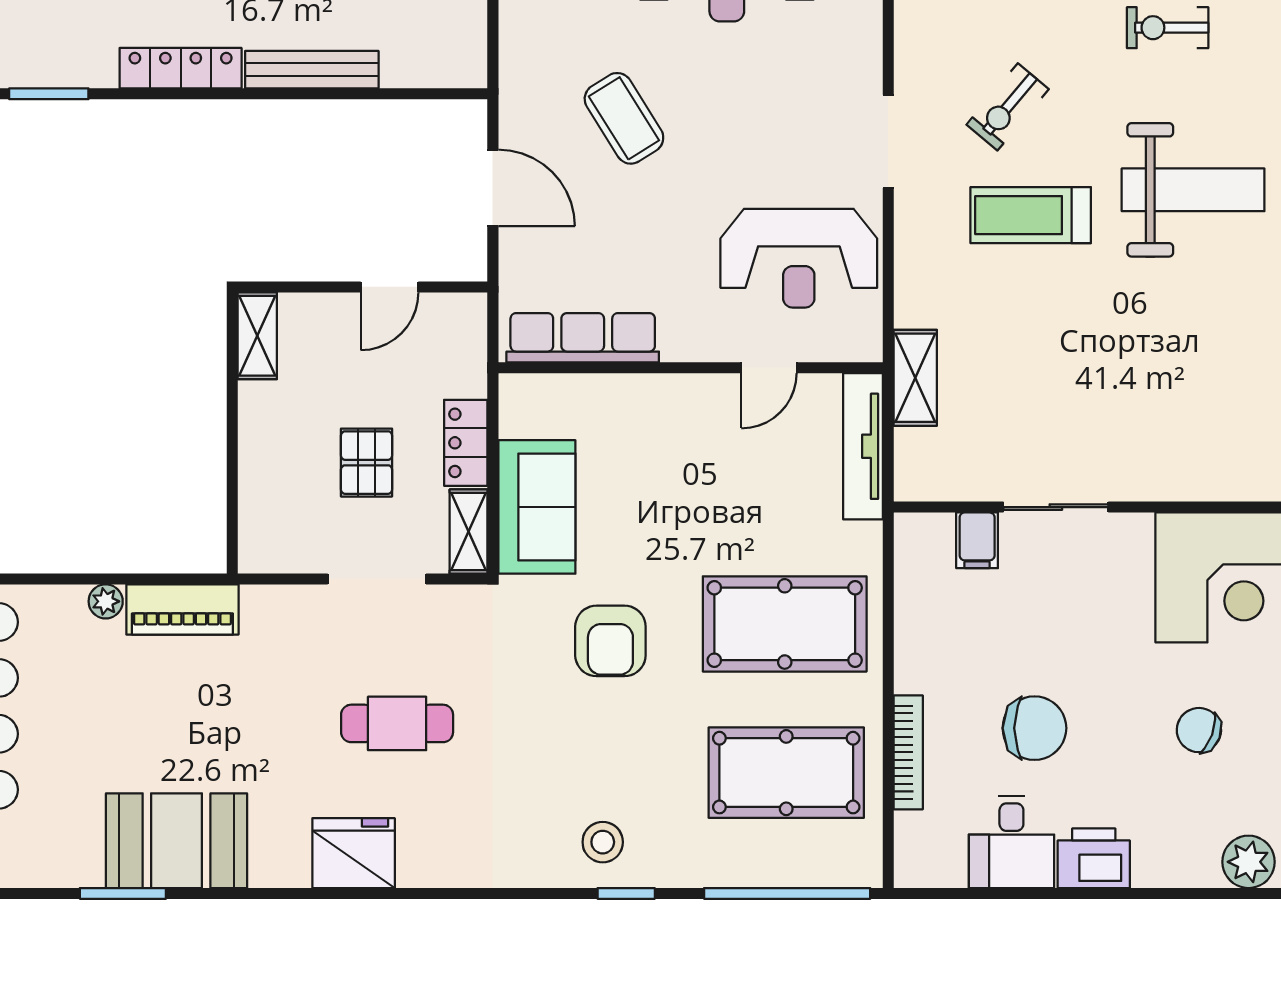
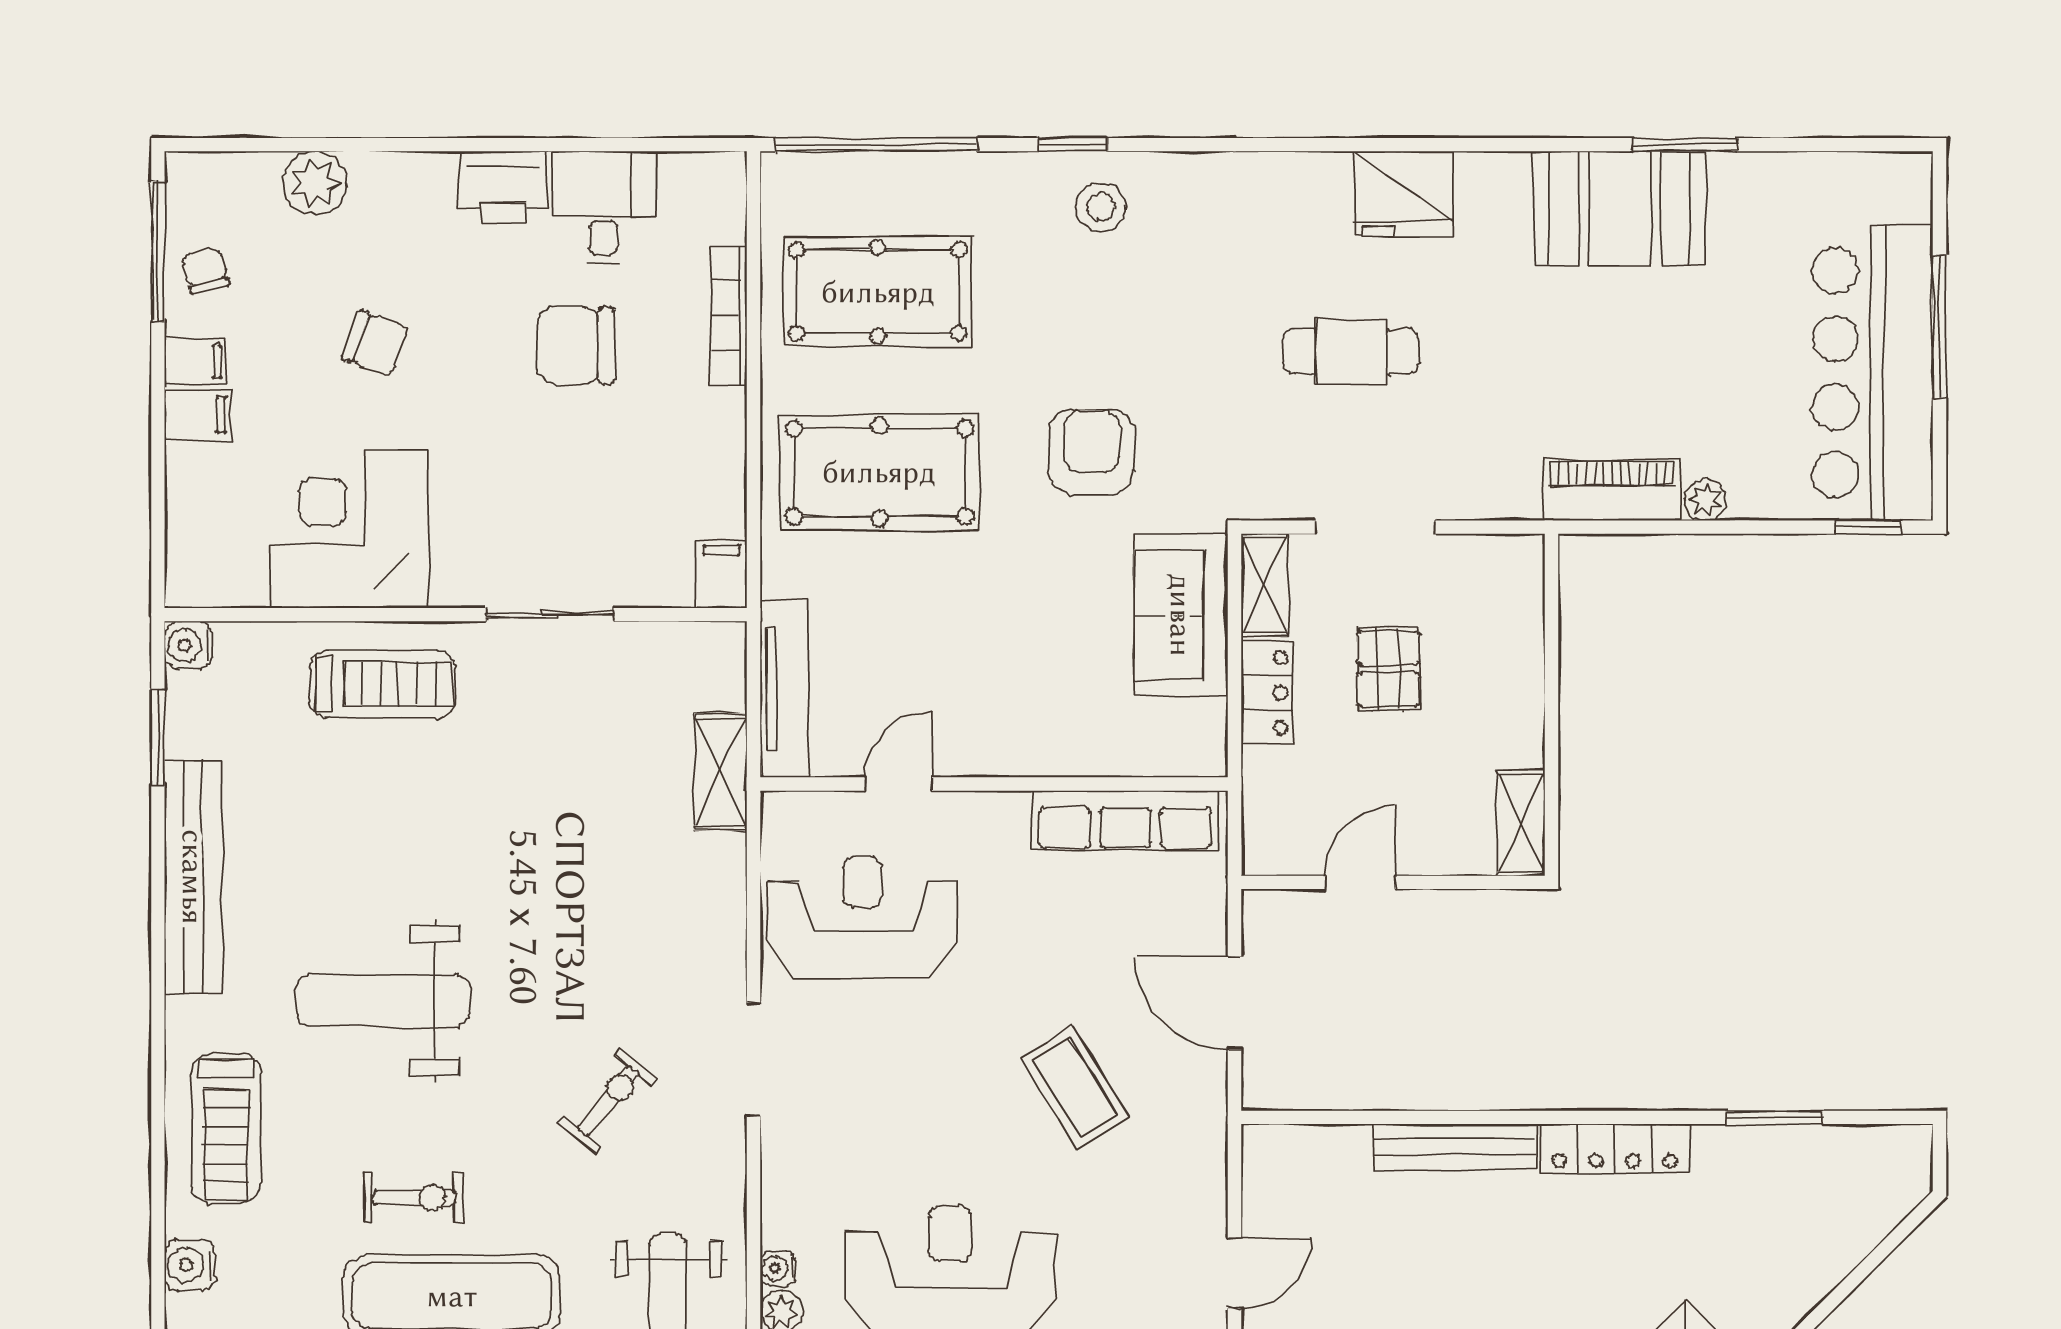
treadmill: (1031, 215) -> (382, 684), moved
filing cabinet: (977, 540) -> (722, 574), moved

